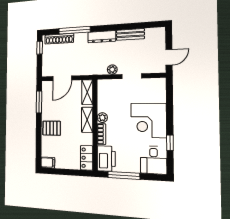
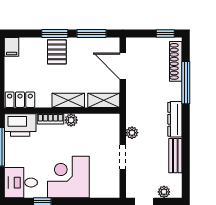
plant: (160, 42) -> (164, 192), added
window: (39, 129) -> (55, 34), added

